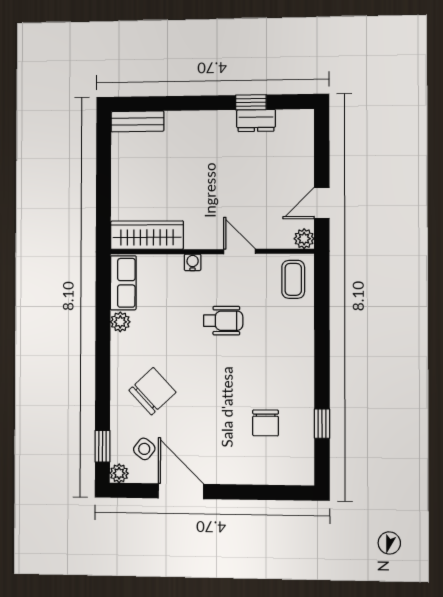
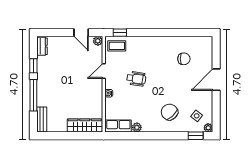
window: (188, 103) -> (33, 95), added
dresser: (256, 121) -> (42, 46), moved
wardrobe: (147, 235) -> (85, 126), moved, turned 90
wheelchair: (223, 321) -> (136, 79), turned 99
window: (322, 424) -> (120, 33), moved
door: (181, 491) -> (216, 80), moved

